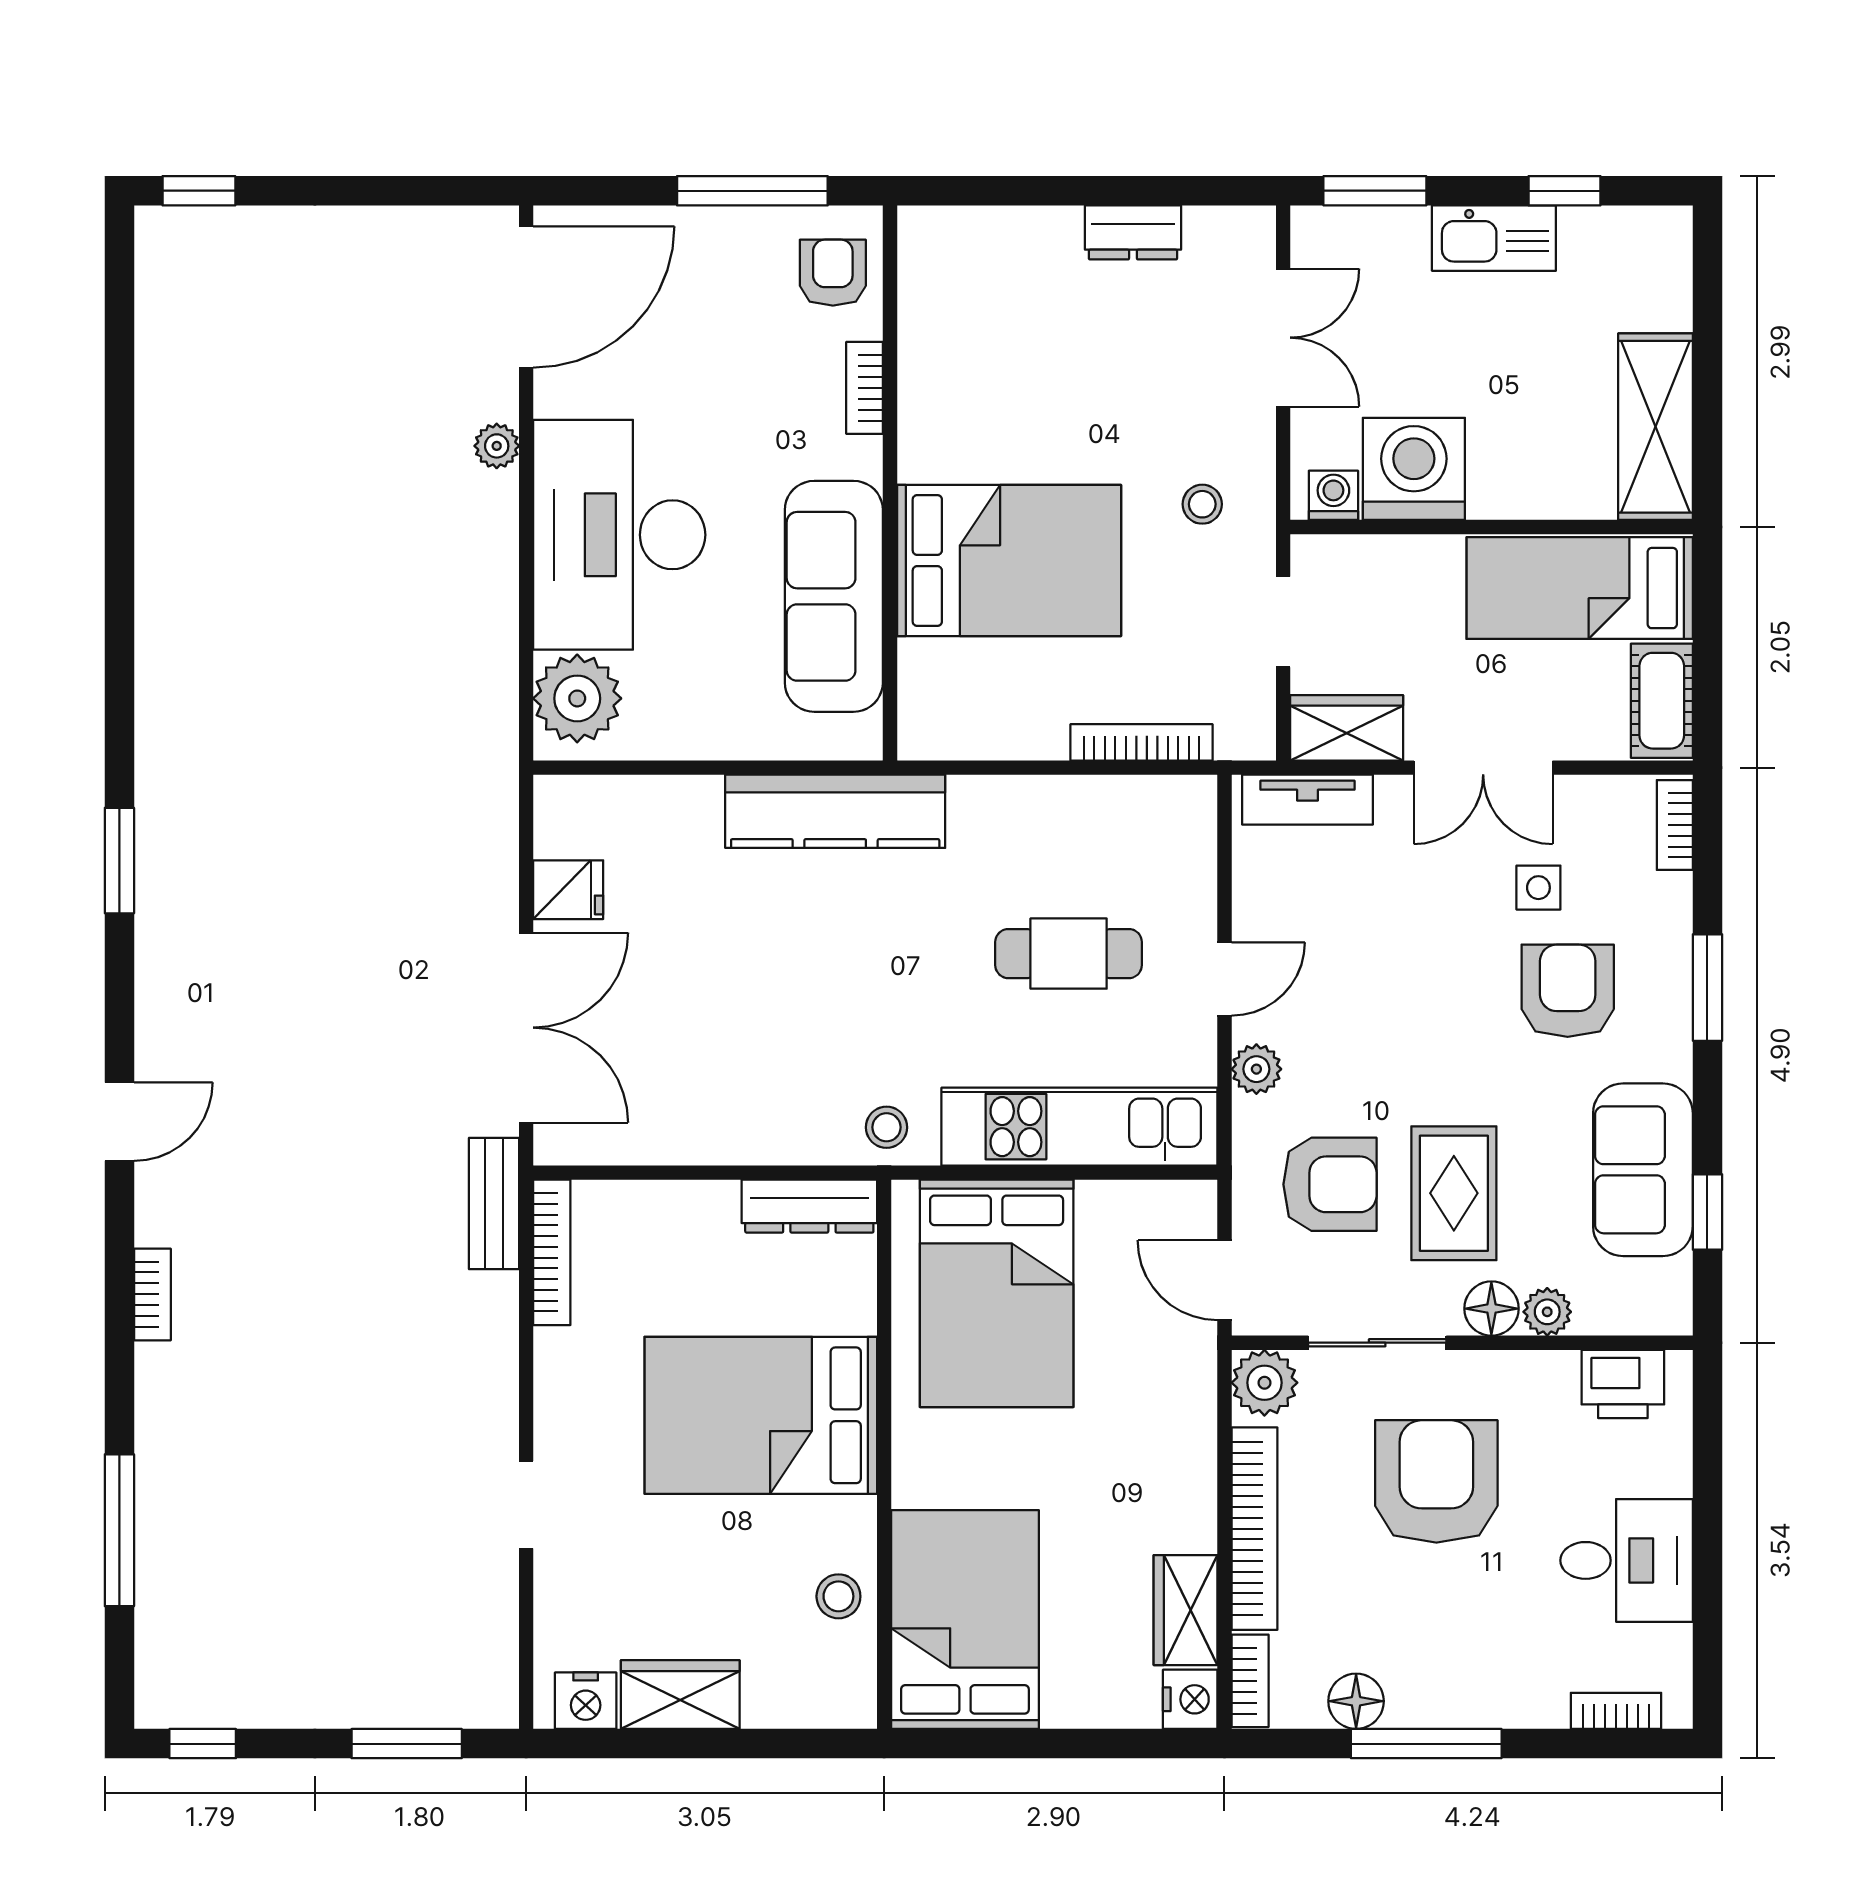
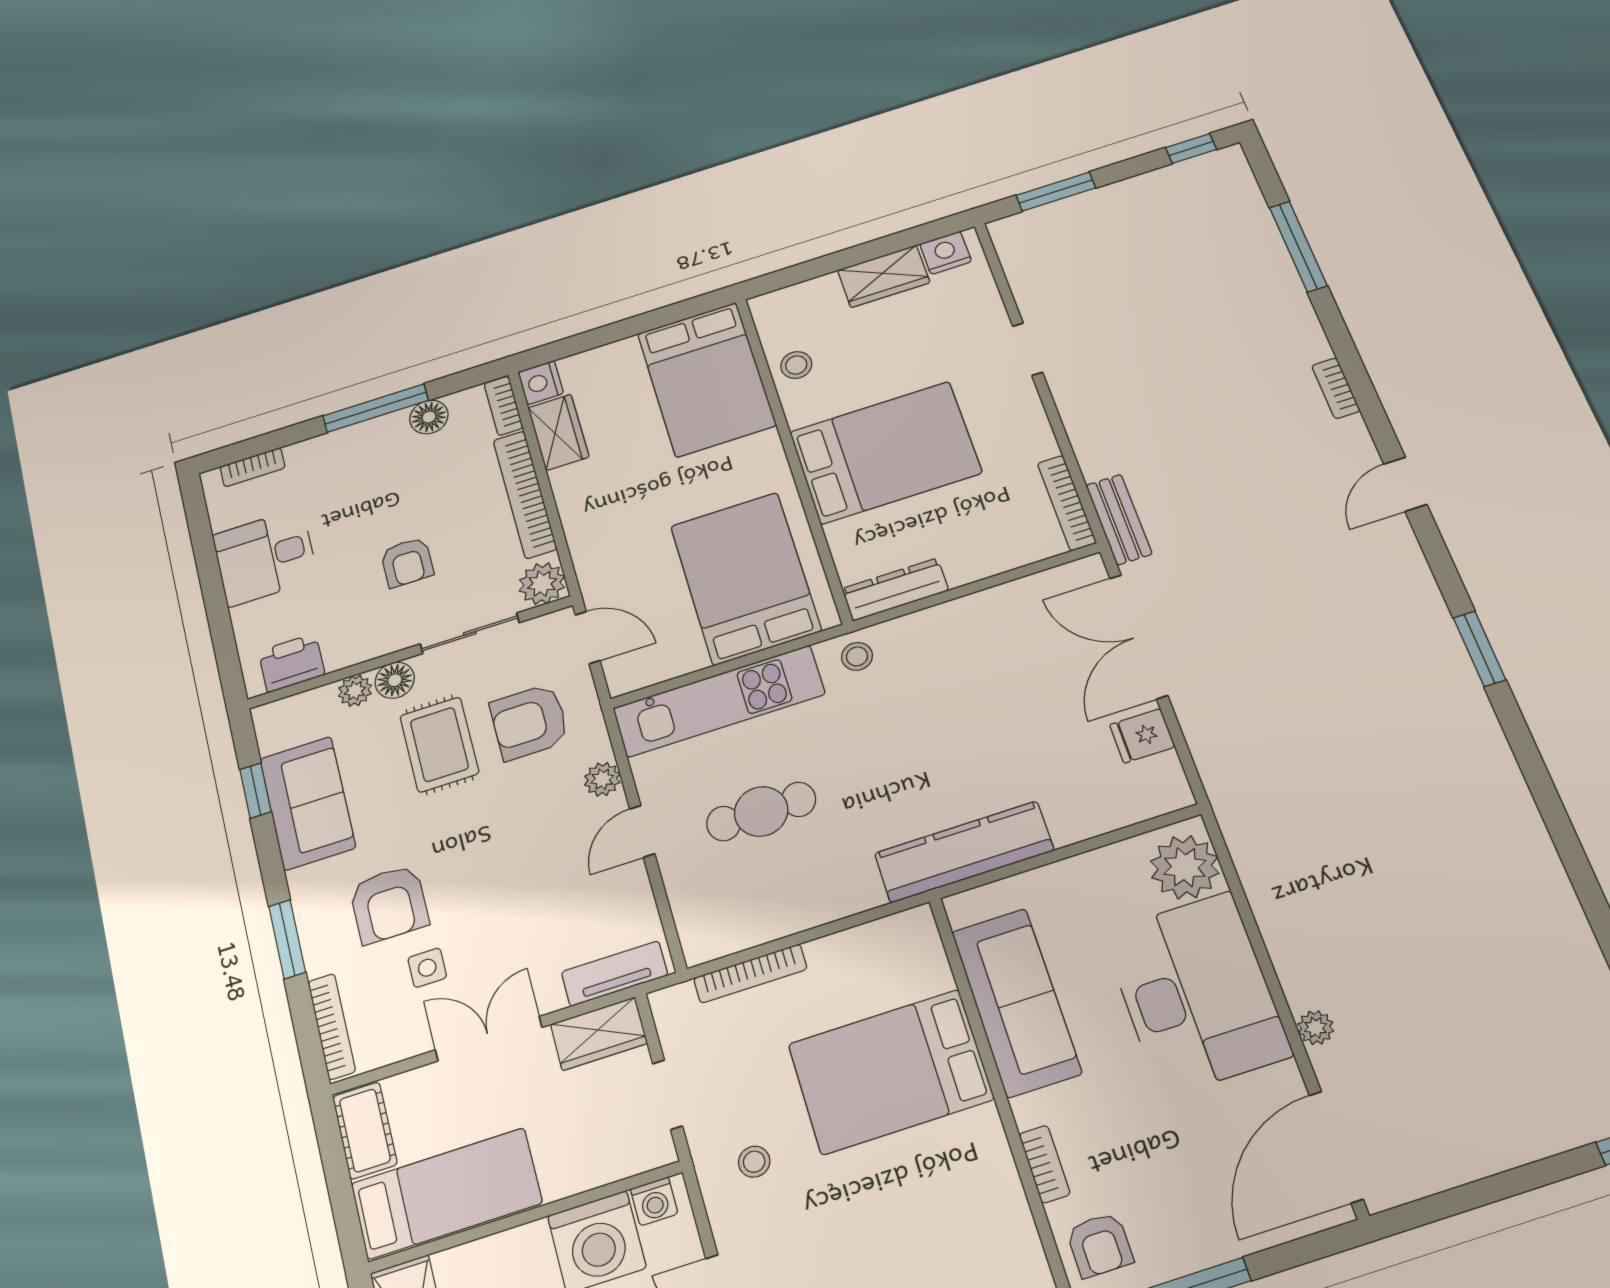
bookcase: (1675, 825) -> (332, 1026), width x1.56
armchair: (1436, 1481) -> (407, 562), width x0.53, depth x0.53

